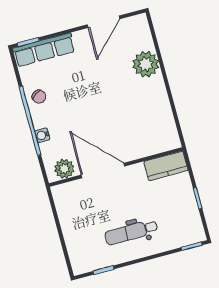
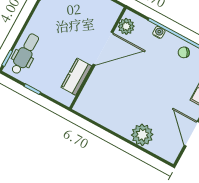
kitchen counter: (166, 166) -> (76, 77), moved
dental chair: (131, 232) -> (25, 54), moved

